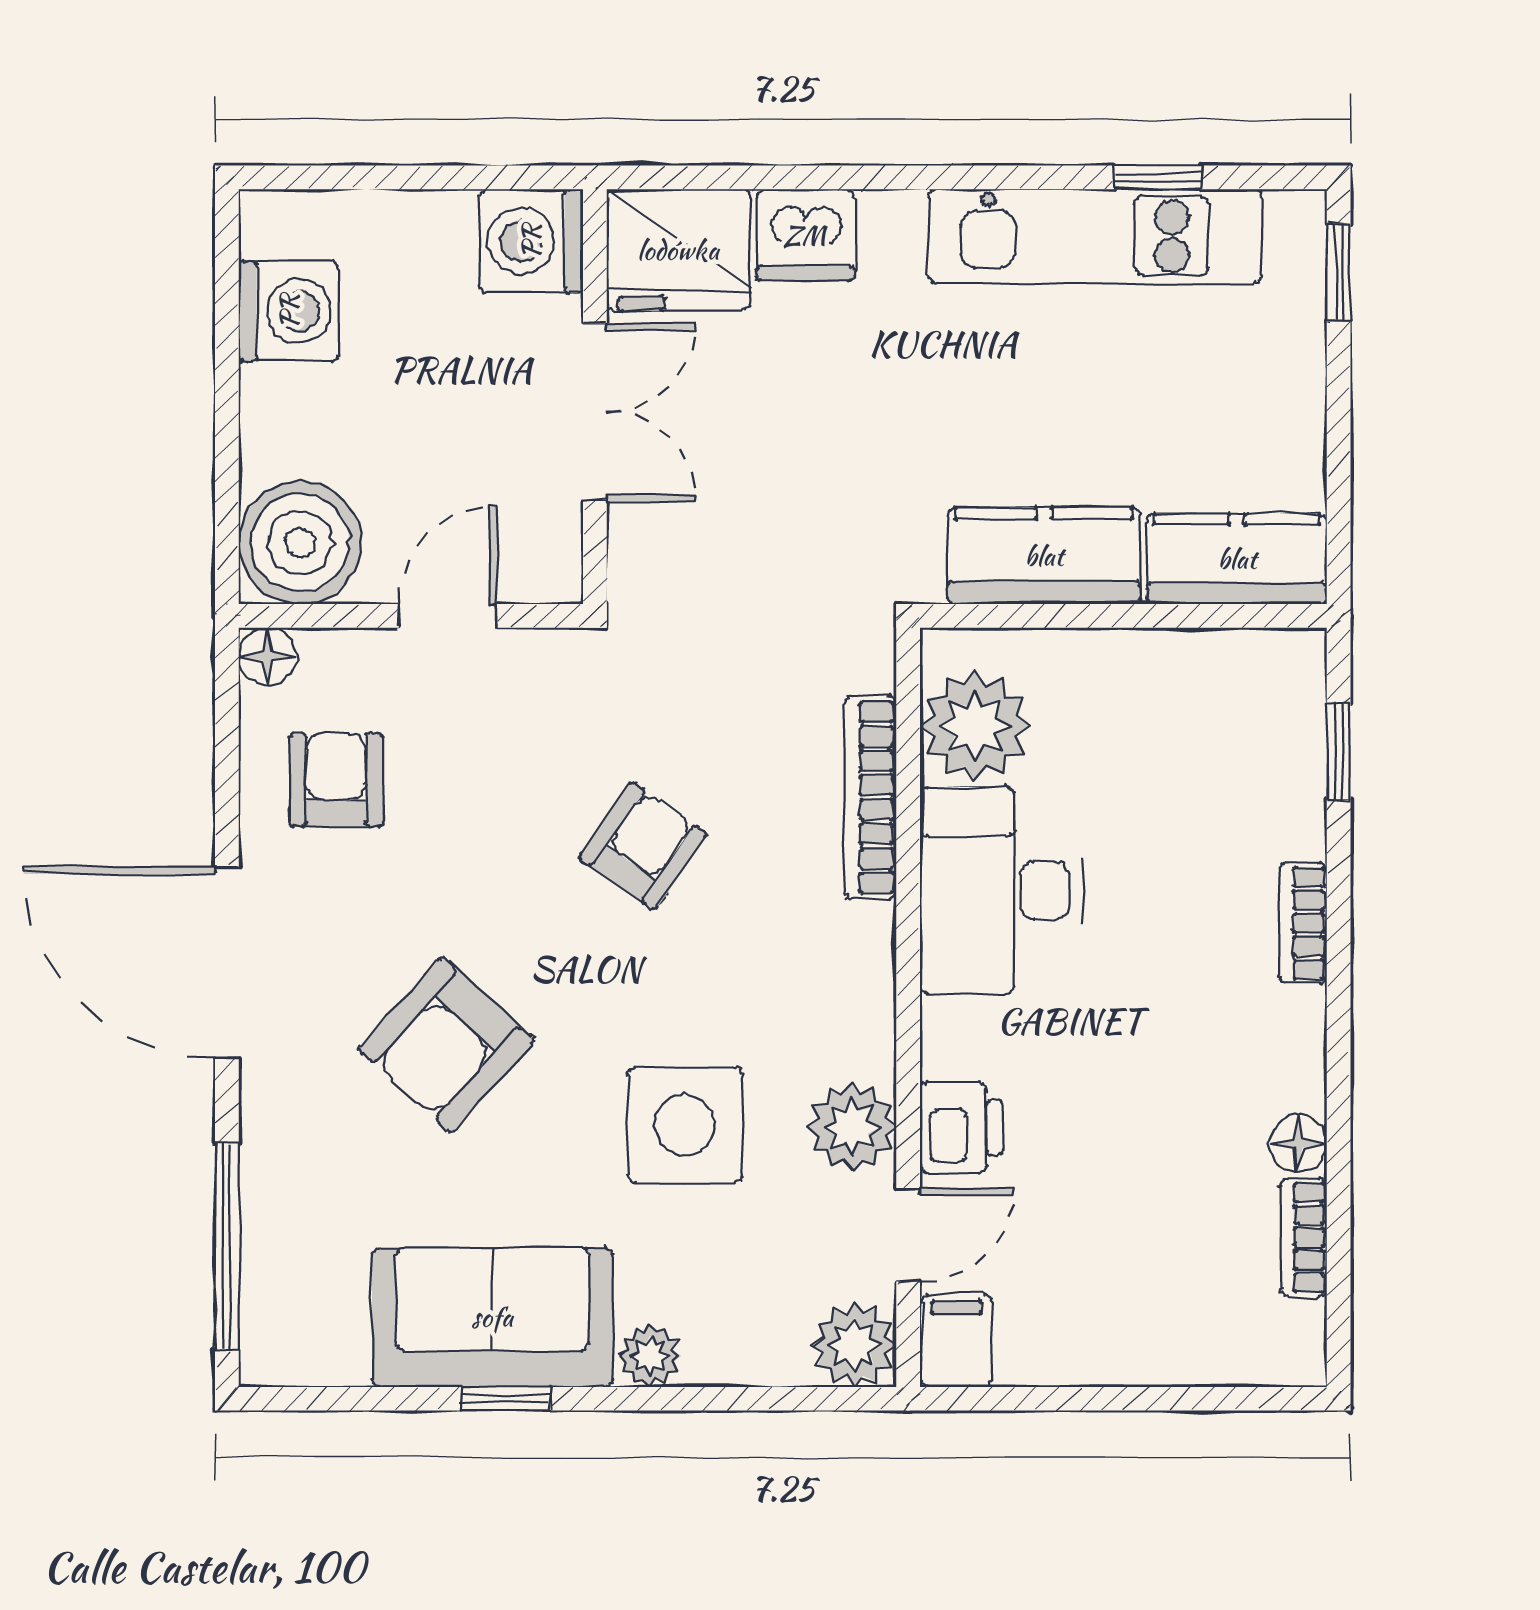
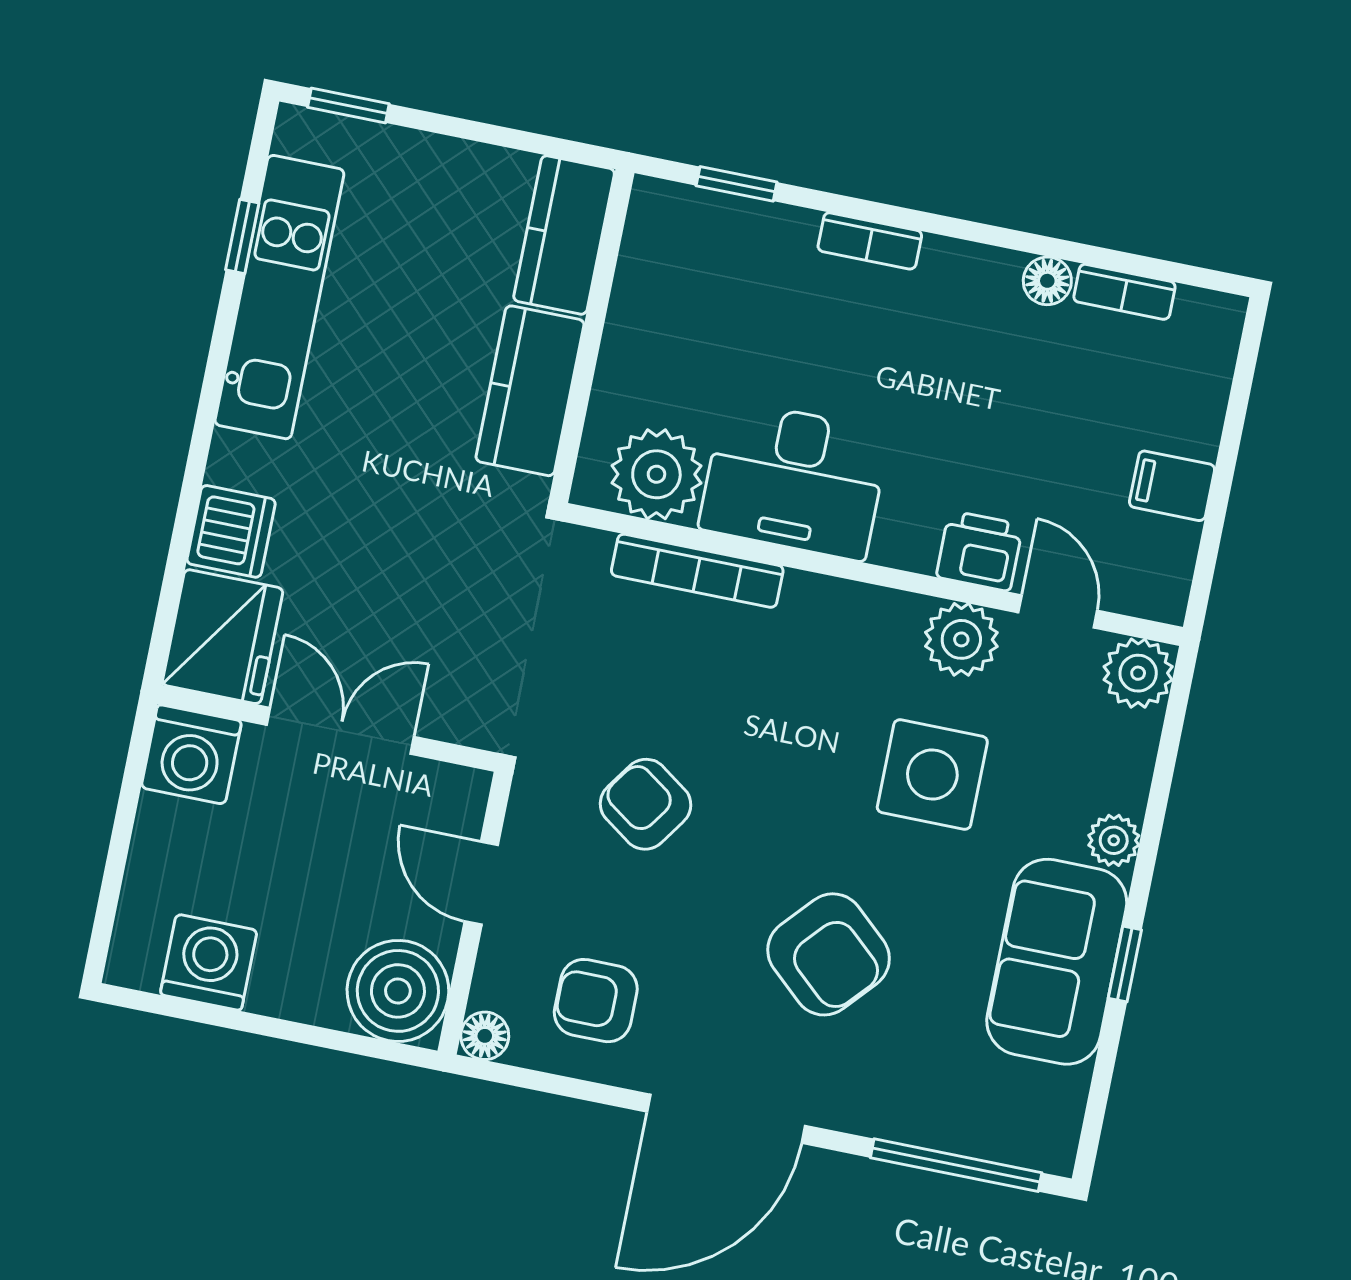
armchair: (643, 846) -> (646, 804), moved
filing cabinet: (956, 1340) -> (1172, 486), moved

